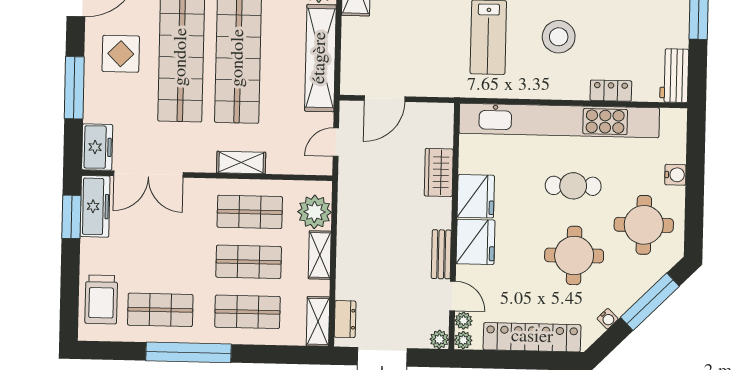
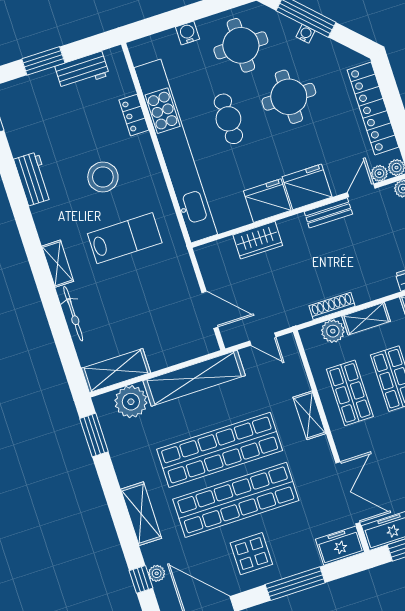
workbench: (674, 76) -> (82, 71), moved
plant: (314, 212) -> (333, 331), width x0.73, depth x0.73
shoe rack: (345, 225) -> (332, 306), added
water cooler: (608, 319) -> (305, 34), moved

